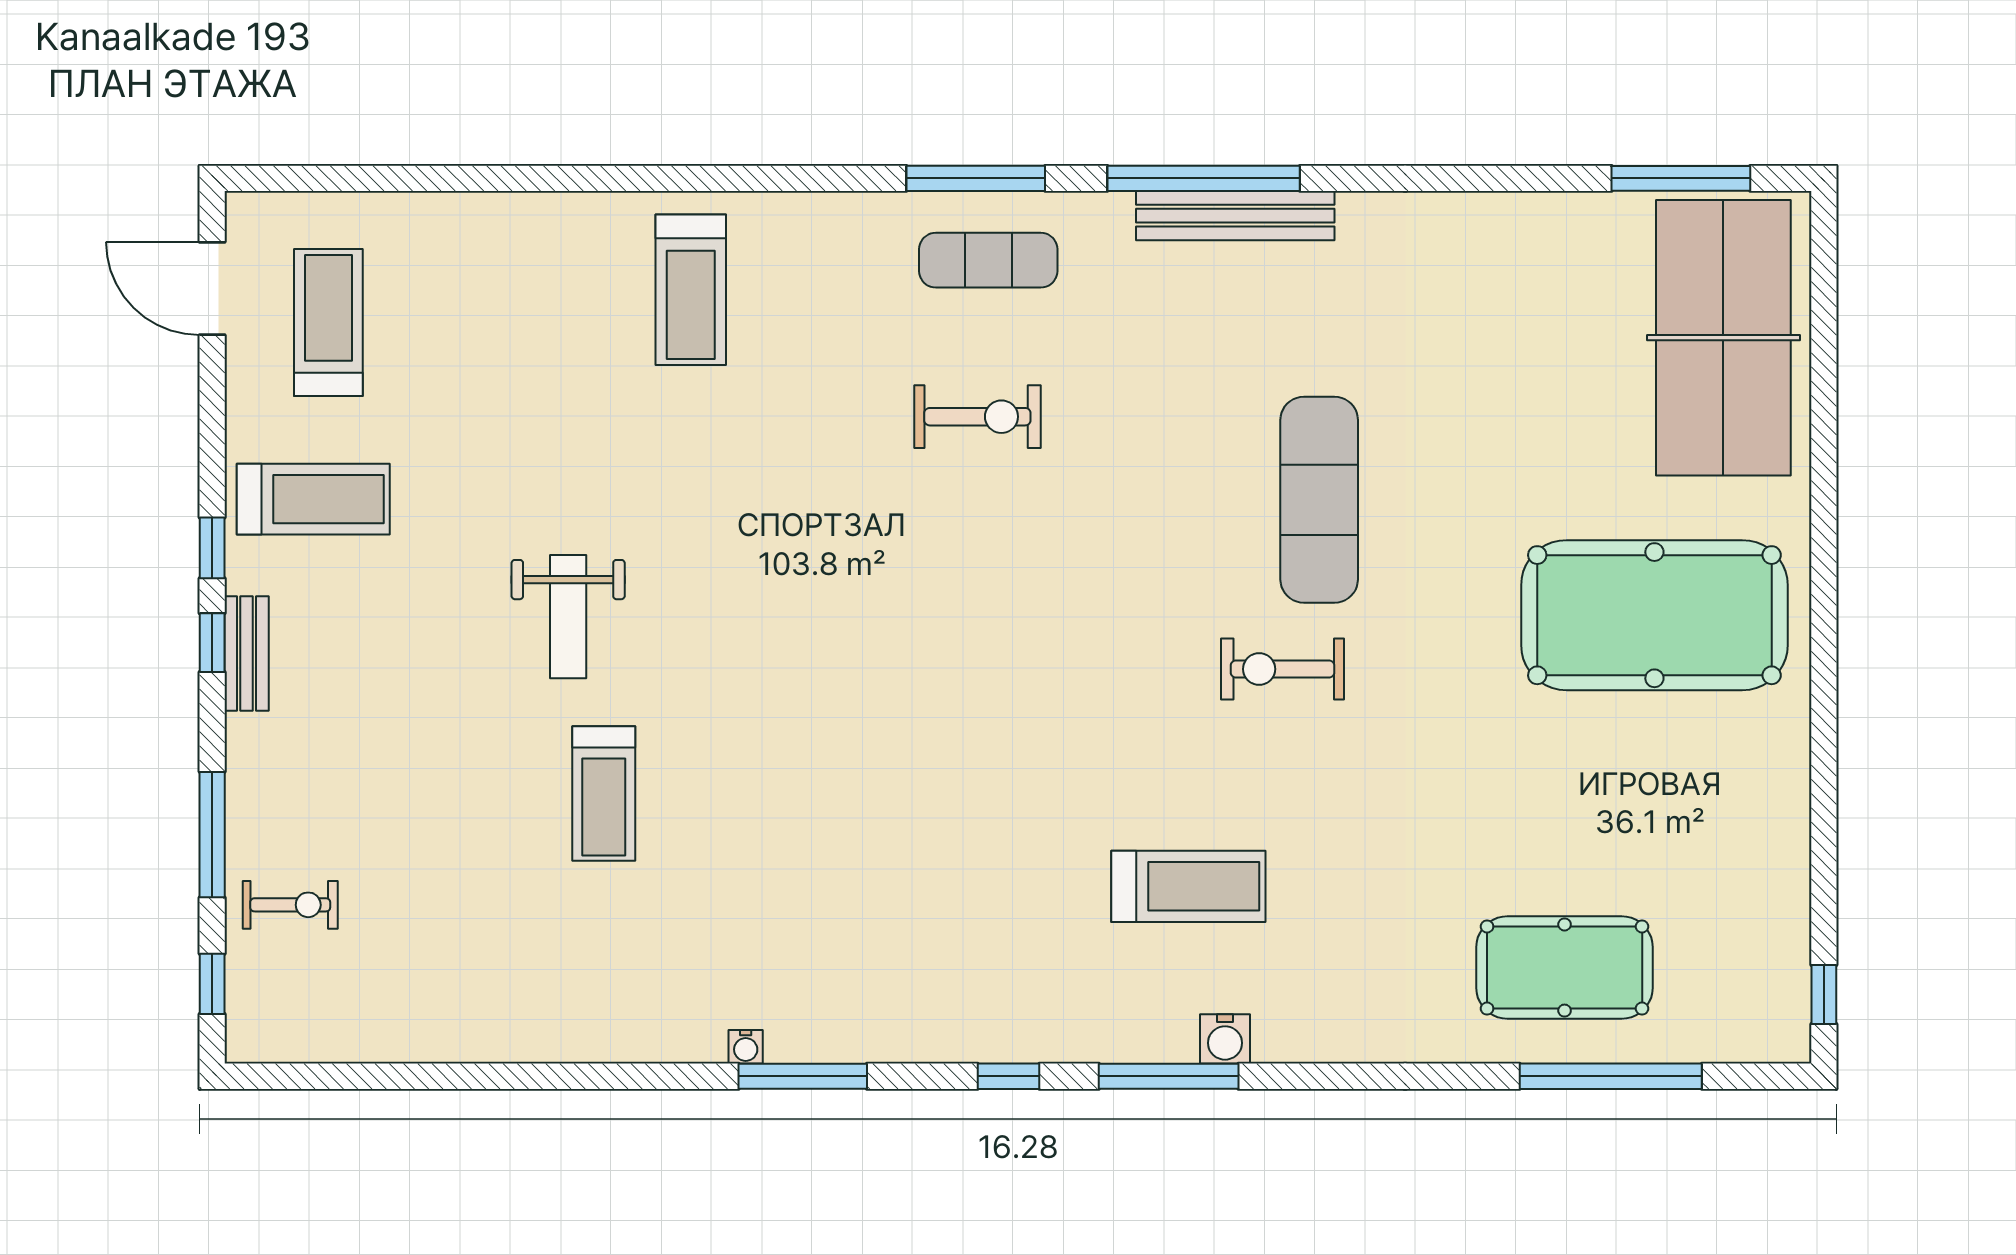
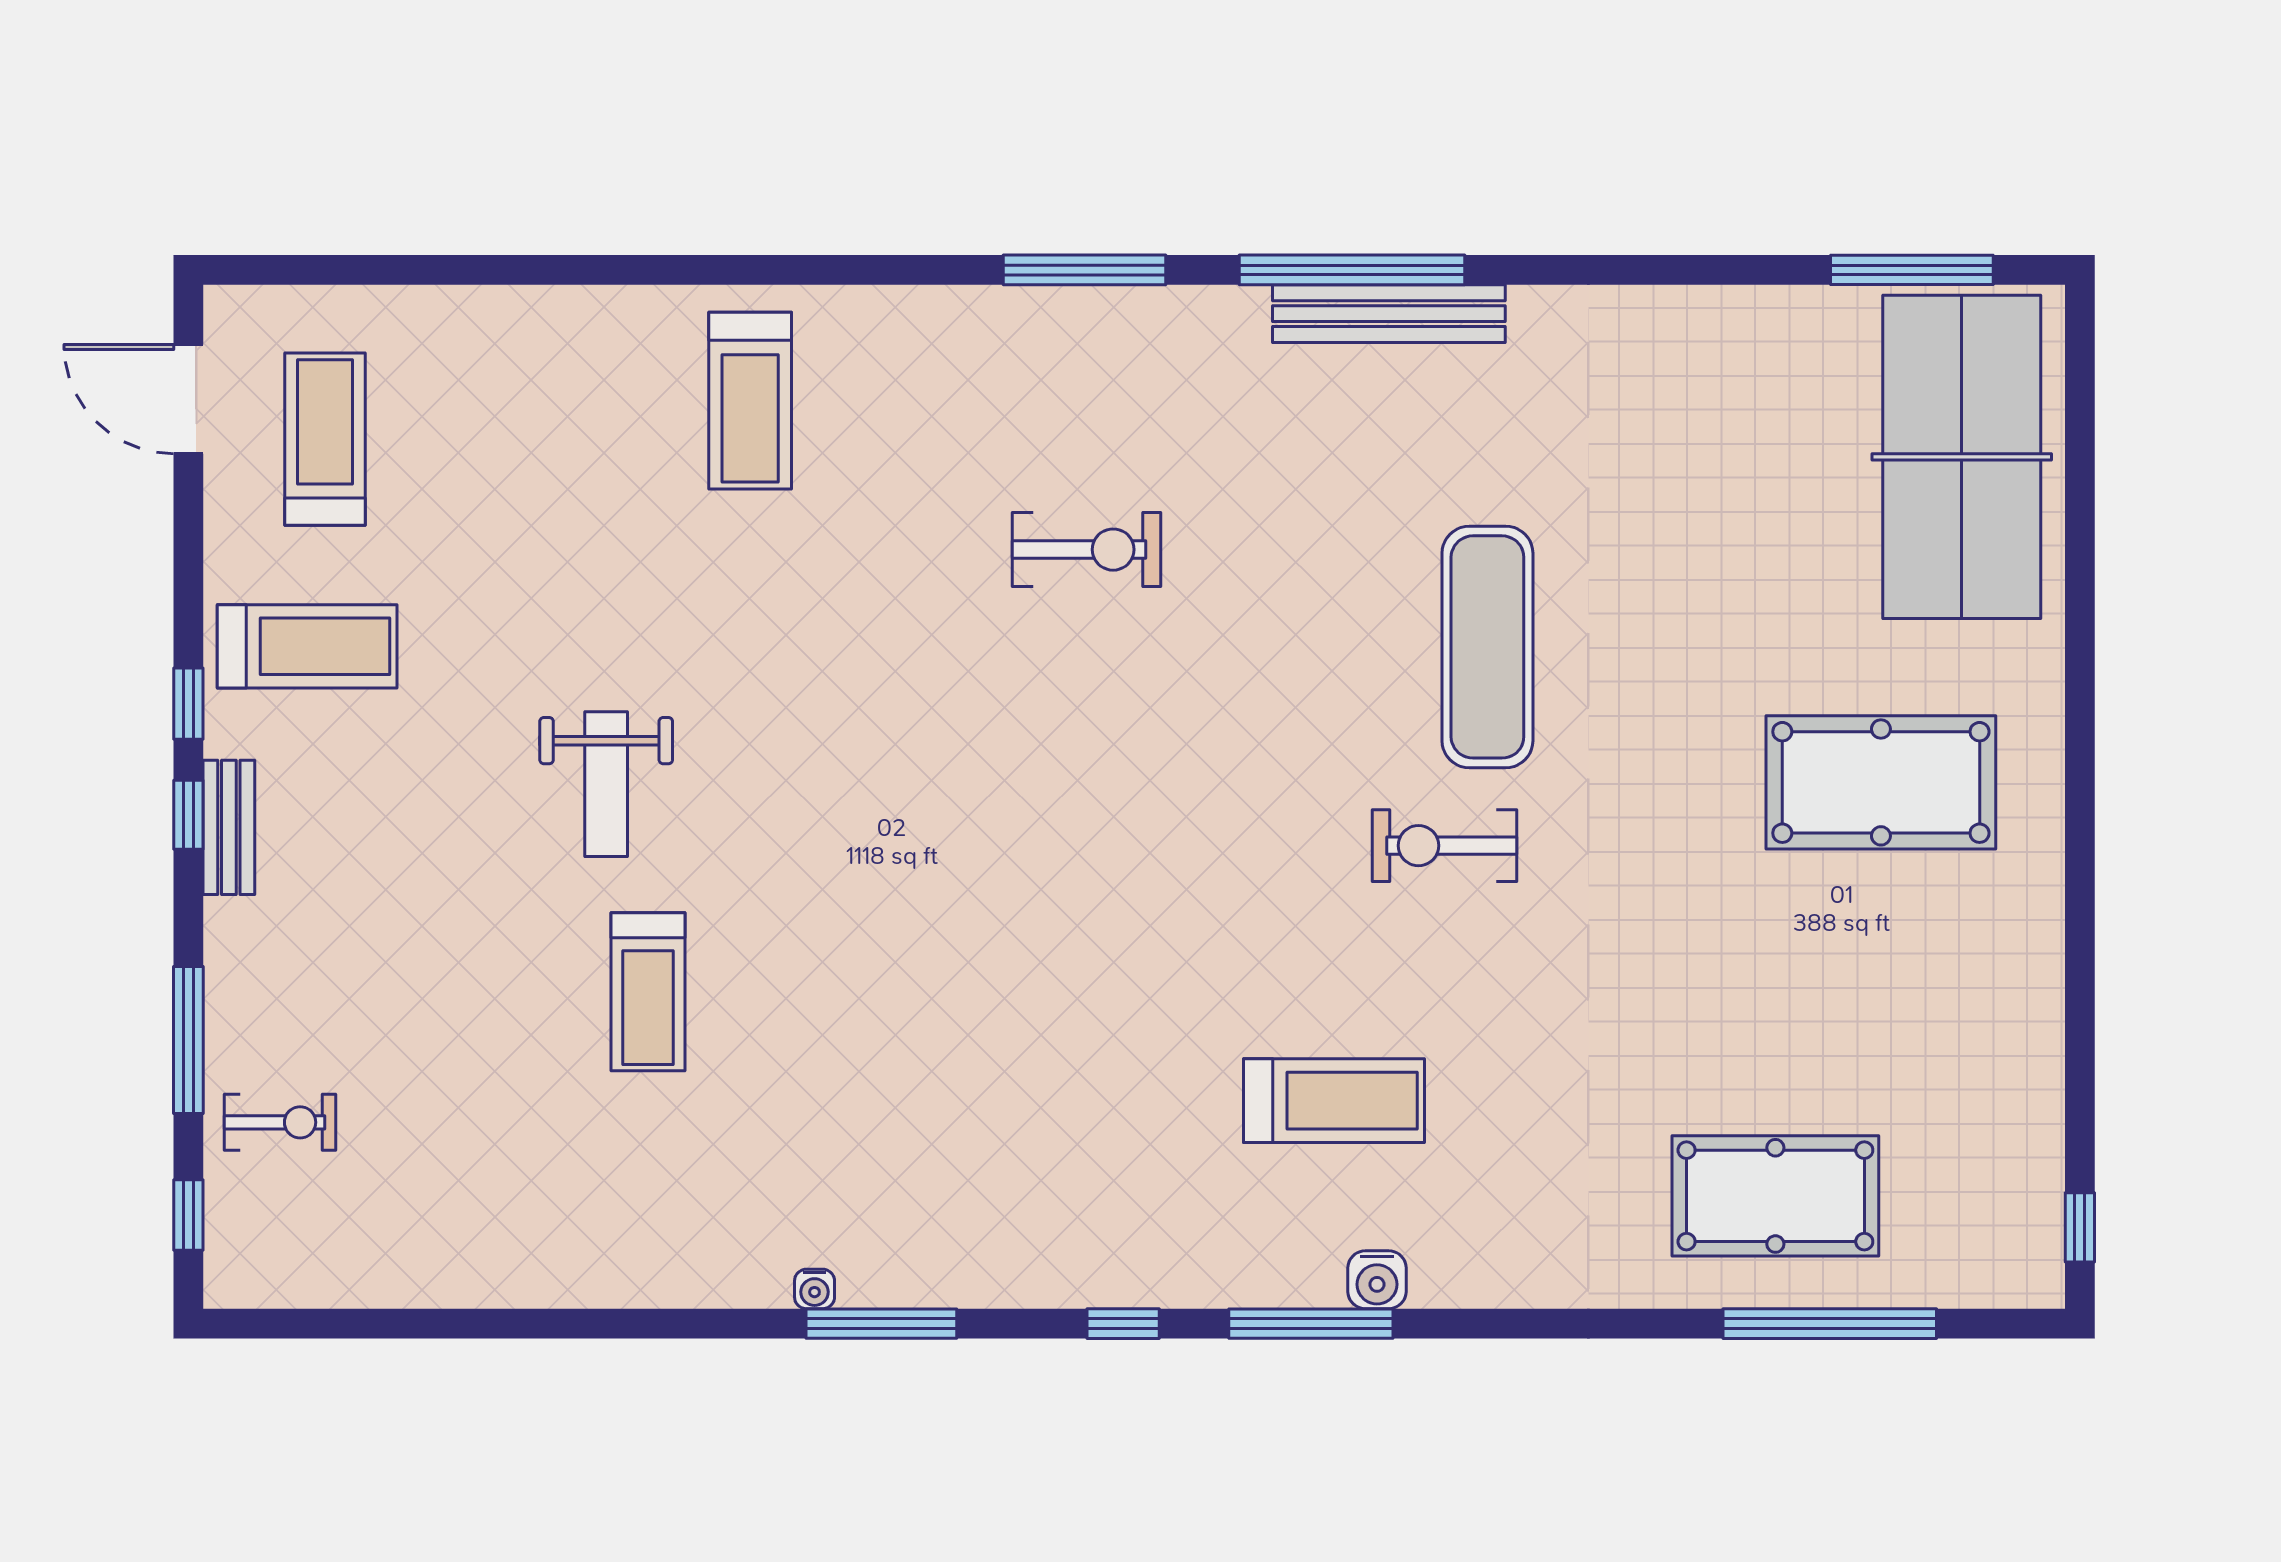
exercise mat: (988, 260) -> (1099, 366), removed
pool table: (1654, 615) -> (1881, 782), width x0.73, depth x0.76

